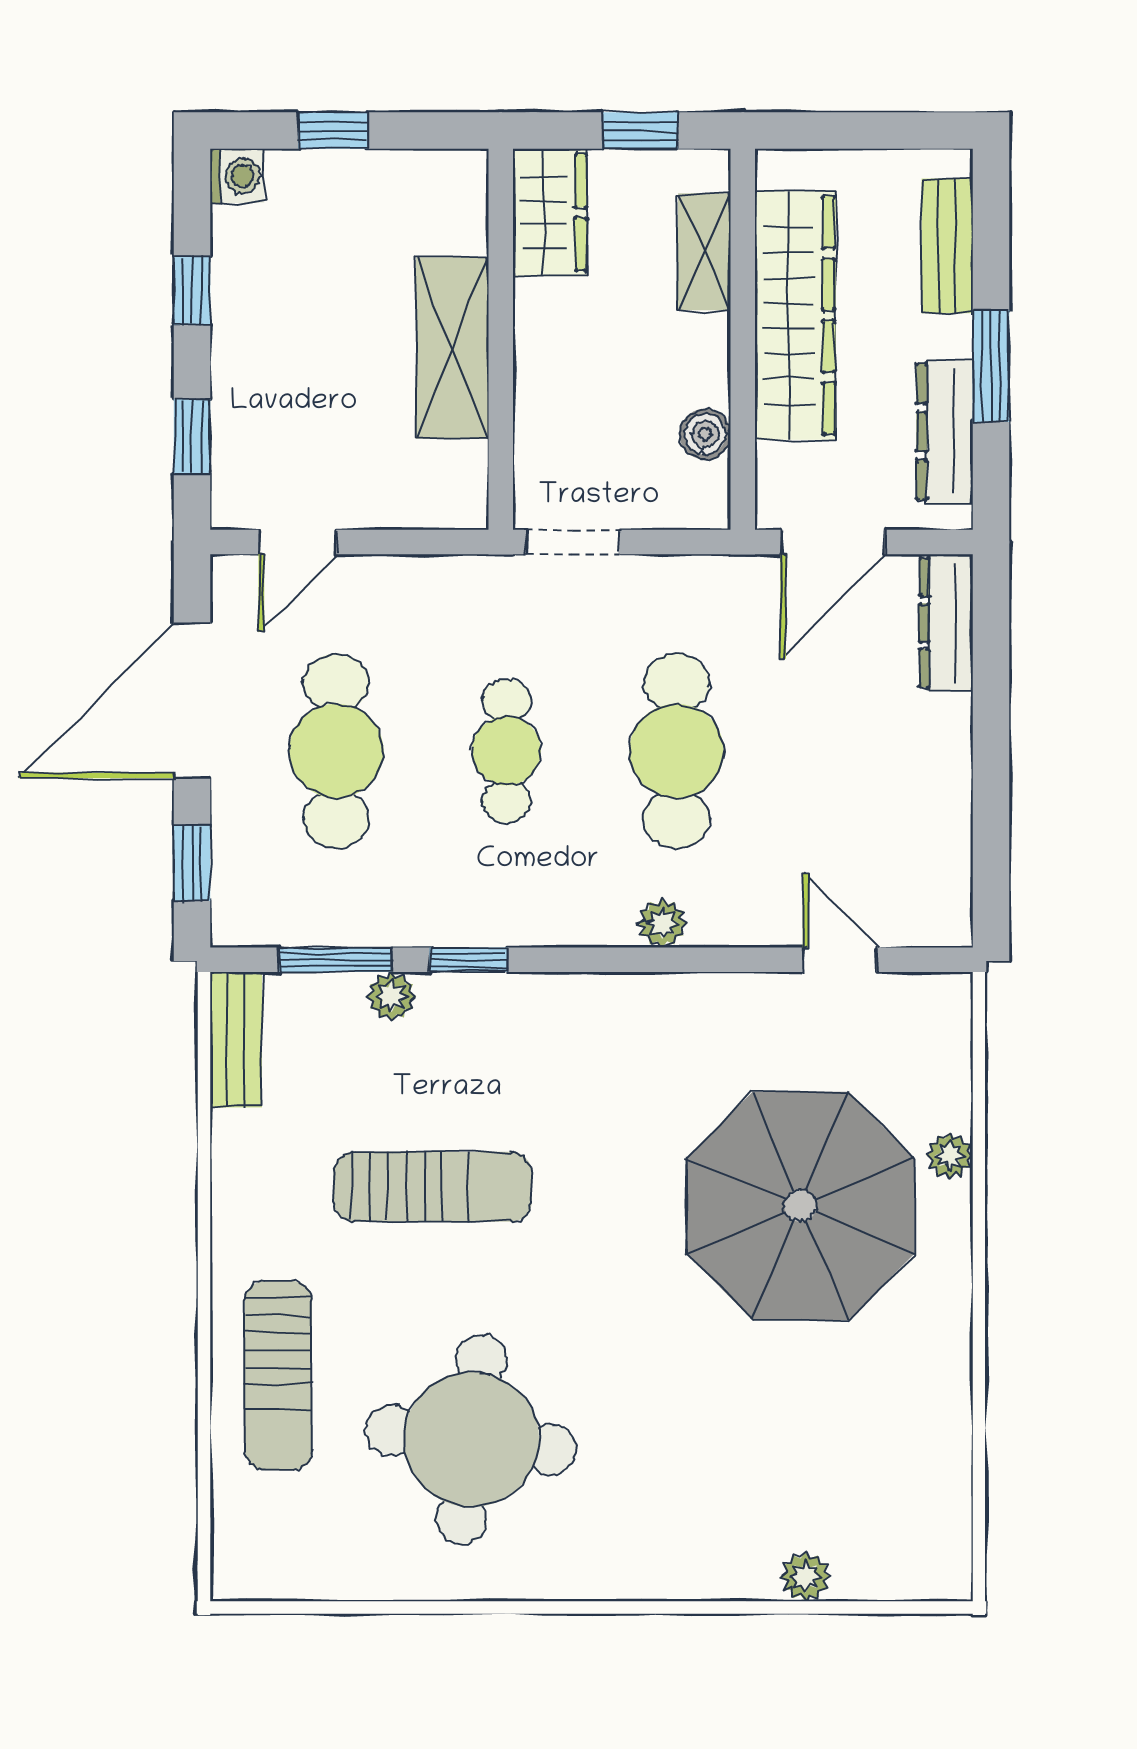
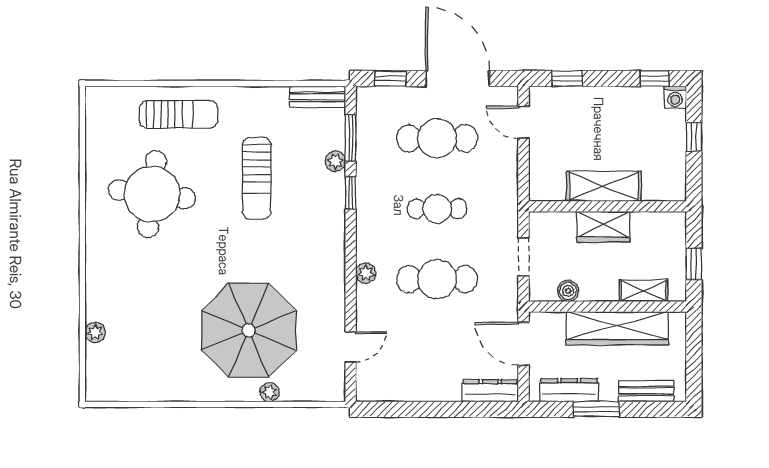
wardrobe: (550, 212) -> (603, 227), moved
window: (192, 290) -> (655, 78), moved
doorway: (573, 542) -> (523, 257), moved
sun lounger: (279, 1376) -> (178, 114), turned 180

